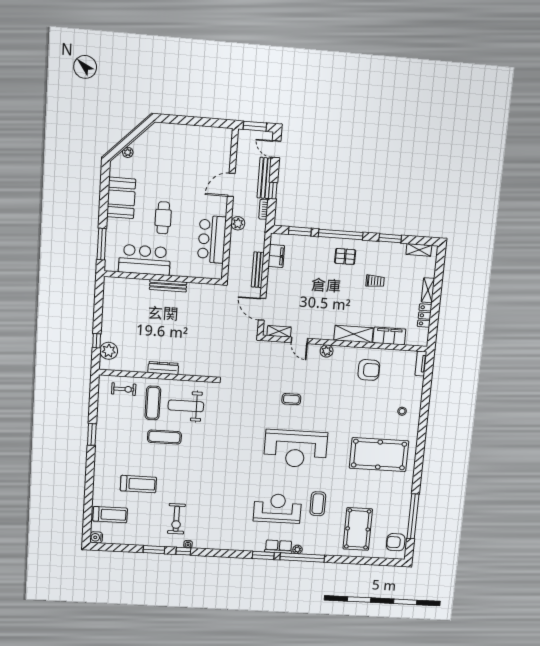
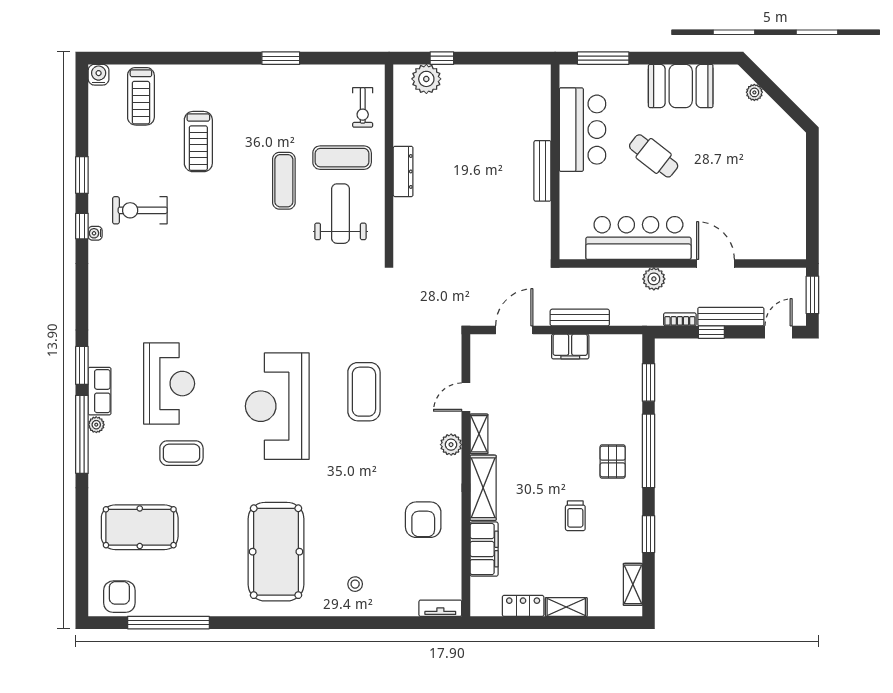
cafe table: (163, 218) -> (654, 156), turned 38
bar counter: (212, 239) -> (638, 238), width x1.36
filing cabinet: (276, 256) -> (570, 347), moved
shelving: (279, 331) -> (479, 434), moved
coffee table: (291, 399) -> (364, 392), width x1.86, depth x1.72

